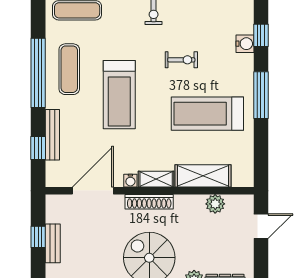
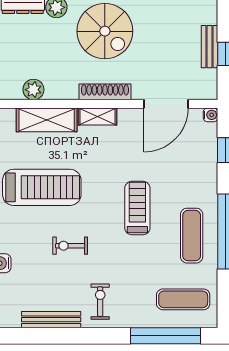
treadmill: (119, 95) -> (137, 208), width x0.73, depth x0.73
bench: (52, 135) -> (210, 165), removed
water cooler: (130, 181) -> (211, 115), moved, turned 90

